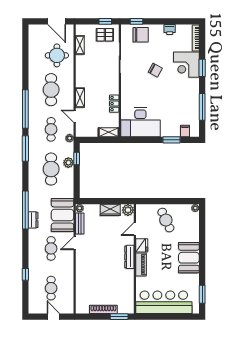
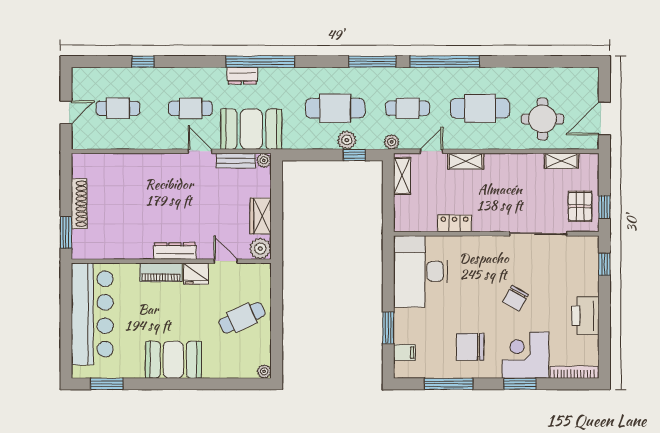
printer: (170, 30) -> (585, 316), width x1.87, depth x1.48
chair: (141, 35) -> (470, 347), moved, turned 90
shelving: (109, 132) -> (402, 176), moved

